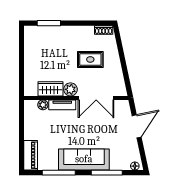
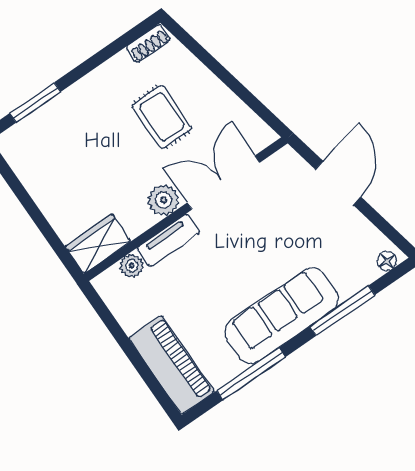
rug: (90, 59) -> (162, 117), turned 90
wardrobe: (50, 89) -> (98, 244), moved
double door: (96, 98) -> (223, 183), swing flipped
piano: (31, 155) -> (172, 365), width x1.37, depth x1.33

